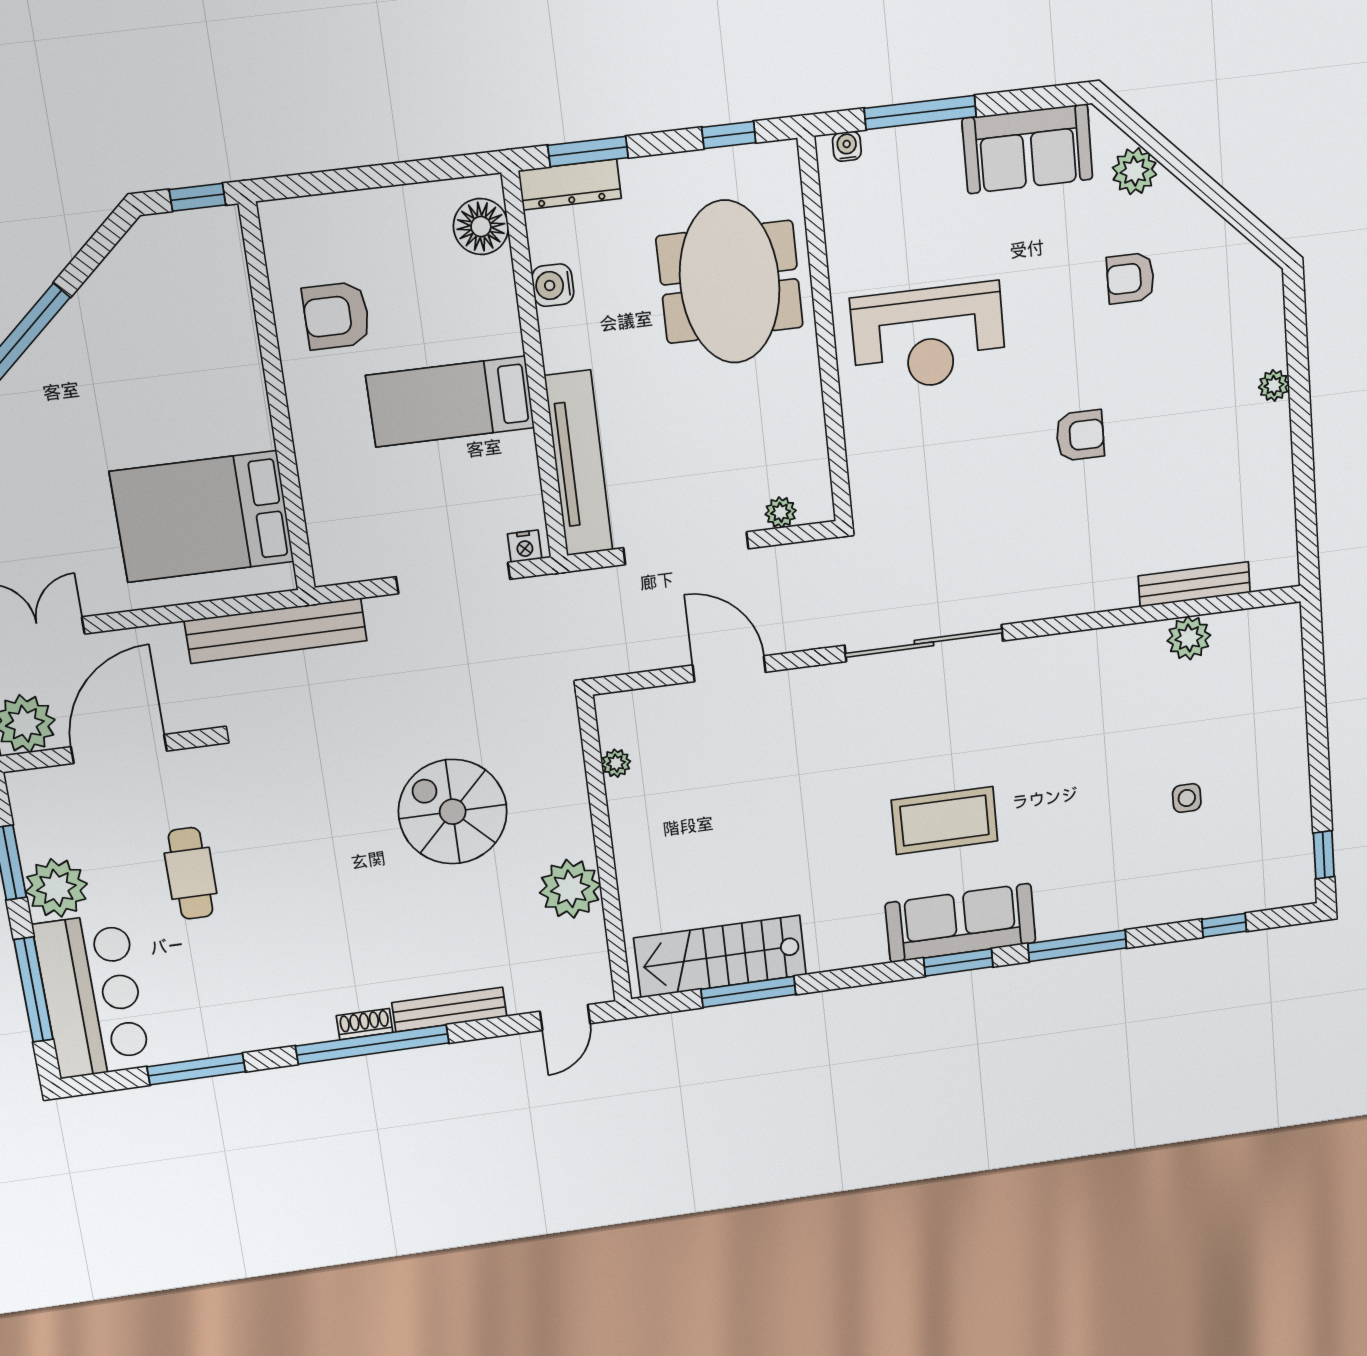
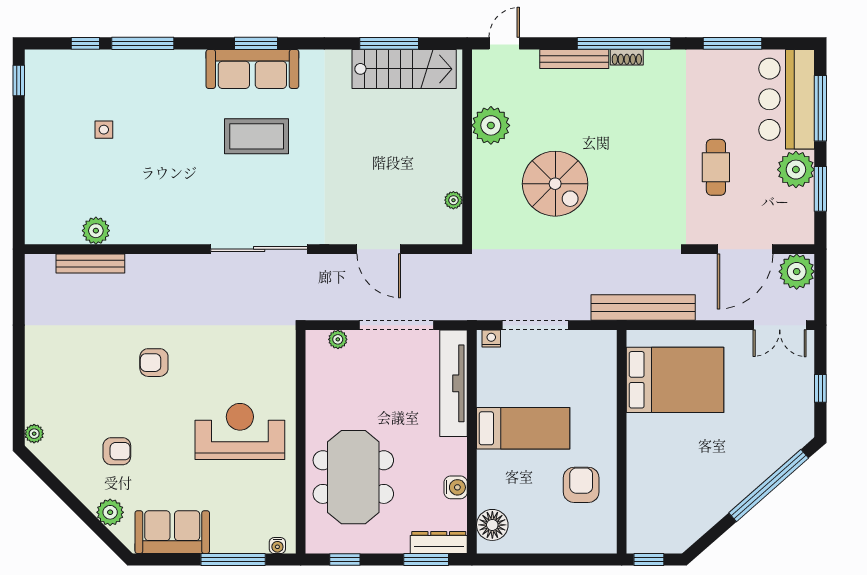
armchair: (336, 316) -> (581, 485), turned -90
plant: (1274, 385) -> (34, 434), moved
window: (1077, 946) -> (143, 43), moved

